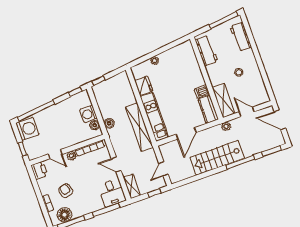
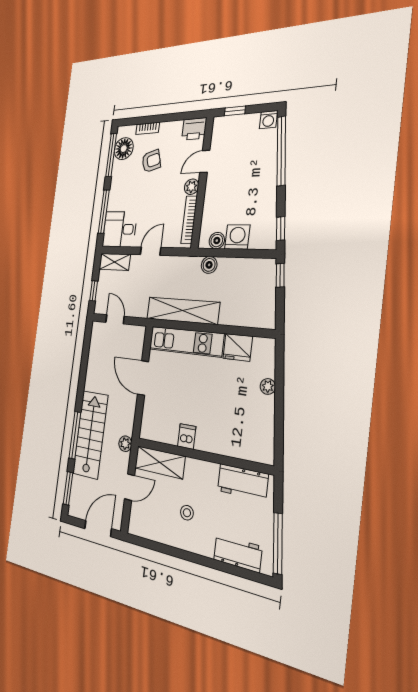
kitchen counter: (208, 109) -> (159, 431), removed
washing machine: (28, 129) -> (268, 120), width x0.53, depth x0.53
stairs: (217, 158) -> (90, 435), moved

